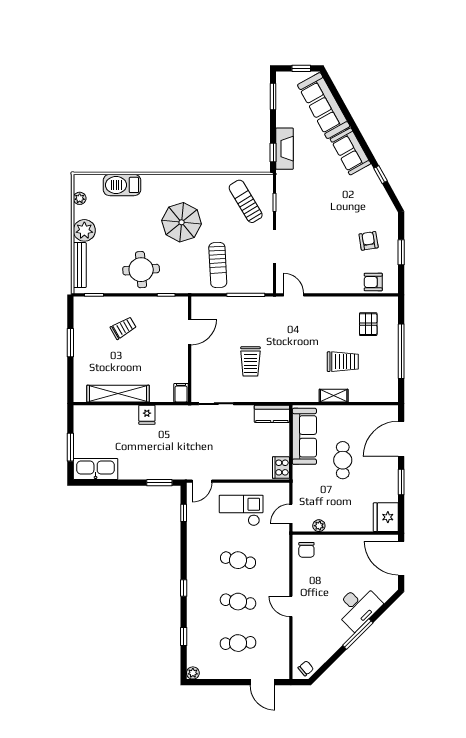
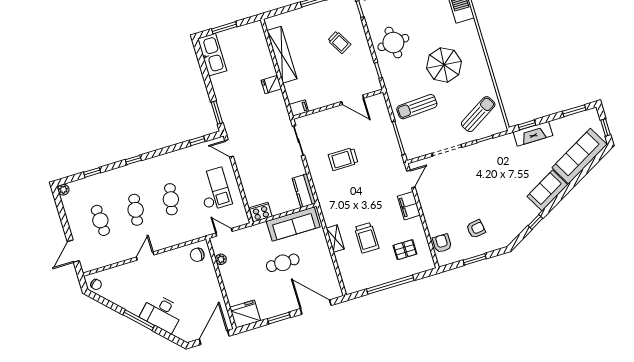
filing cabinet: (322, 306) -> (409, 206), added

